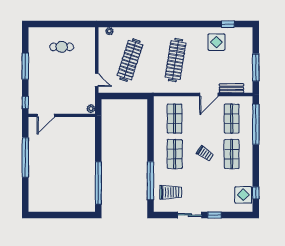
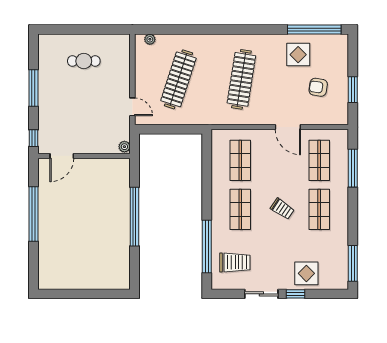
window: (228, 24) -> (314, 30), width x3.17
armchair: (231, 66) -> (318, 87), added
window: (256, 67) -> (353, 90), width x0.69
bench: (231, 88) -> (319, 118), removed
door: (209, 95) -> (288, 127), hinge flipped
window: (256, 124) -> (353, 168), width x0.68
window: (98, 183) -> (135, 217), moved
window: (256, 193) -> (353, 263), width x2.17
display table: (243, 195) -> (306, 273), moved

